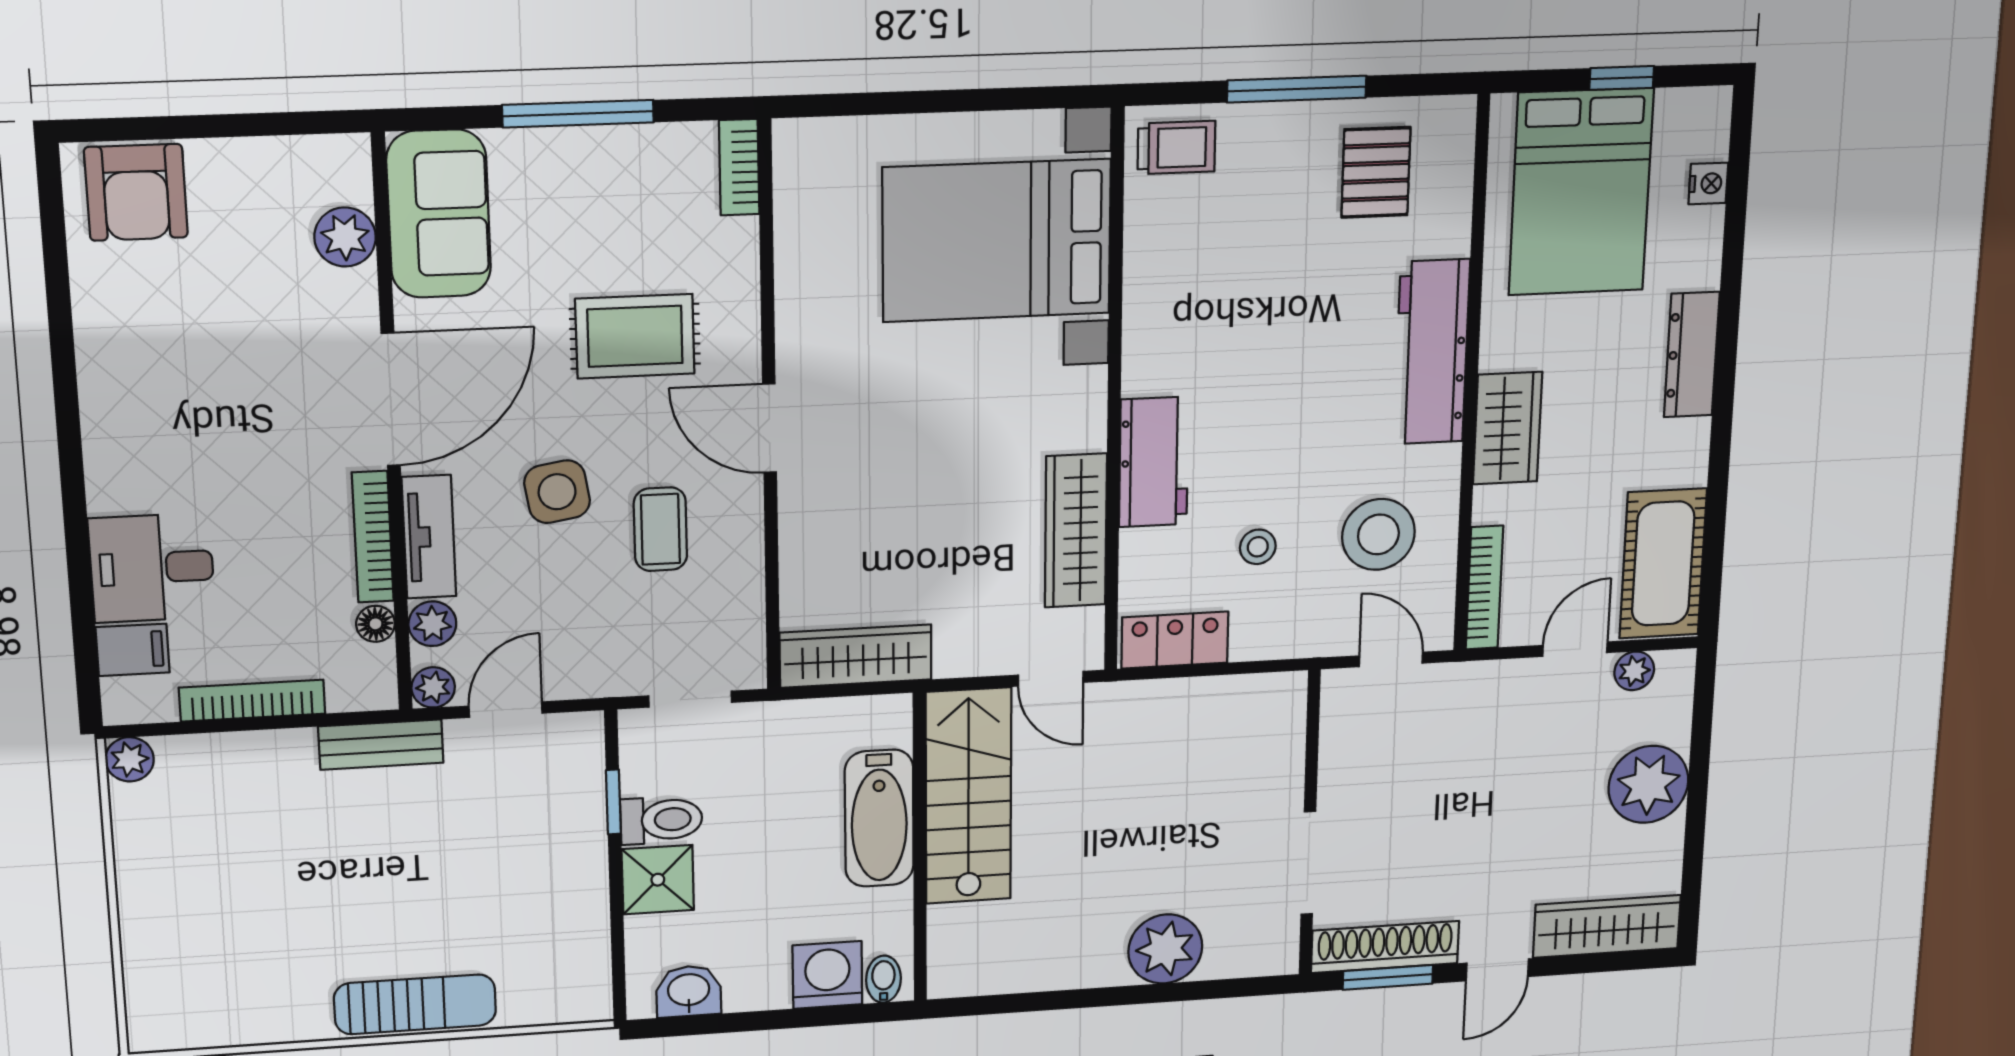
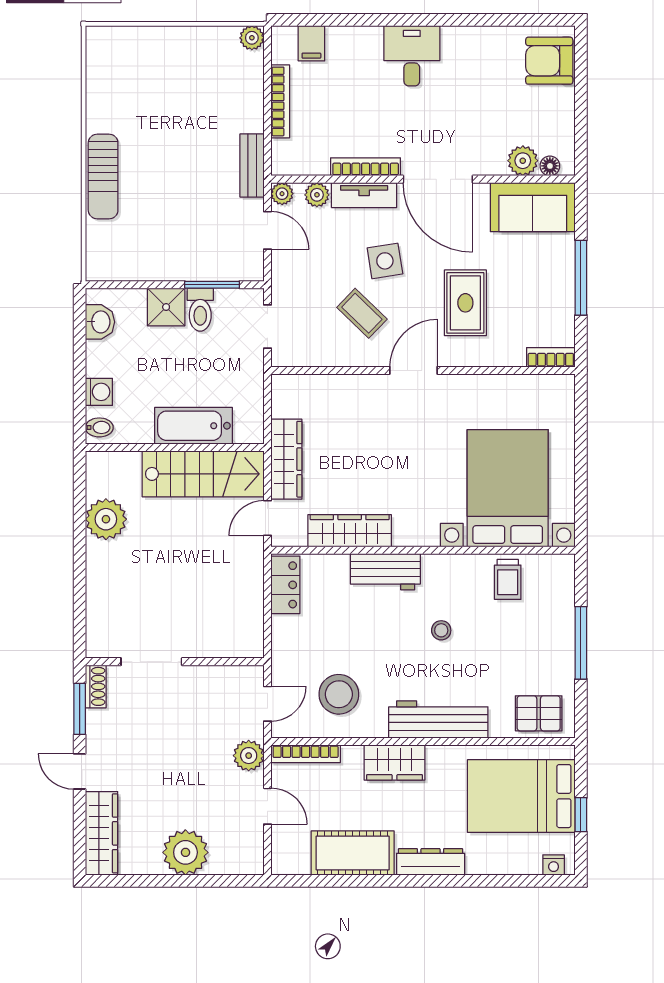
trolley: (1176, 148) -> (508, 579), moved
pallet: (1376, 172) -> (539, 713), moved
nightstand: (1708, 183) -> (554, 865), moved
coffee table: (660, 529) -> (362, 313), turned 44
stool: (1258, 547) -> (441, 630), moved
cot: (1663, 564) -> (353, 853), moved
desk: (152, 568) -> (412, 56), moved
floor lamp: (375, 624) -> (550, 166), moved
wardrobe: (856, 656) -> (286, 459), moved
plant: (1634, 671) -> (249, 756), moved, width x1.38, depth x1.38
window: (613, 802) -> (212, 285), width x1.50
shoe rack: (1385, 947) -> (96, 686), width x0.51, depth x0.81
plant: (1165, 949) -> (106, 519), moved
washing machine: (827, 975) -> (99, 392), width x0.73, depth x0.73

